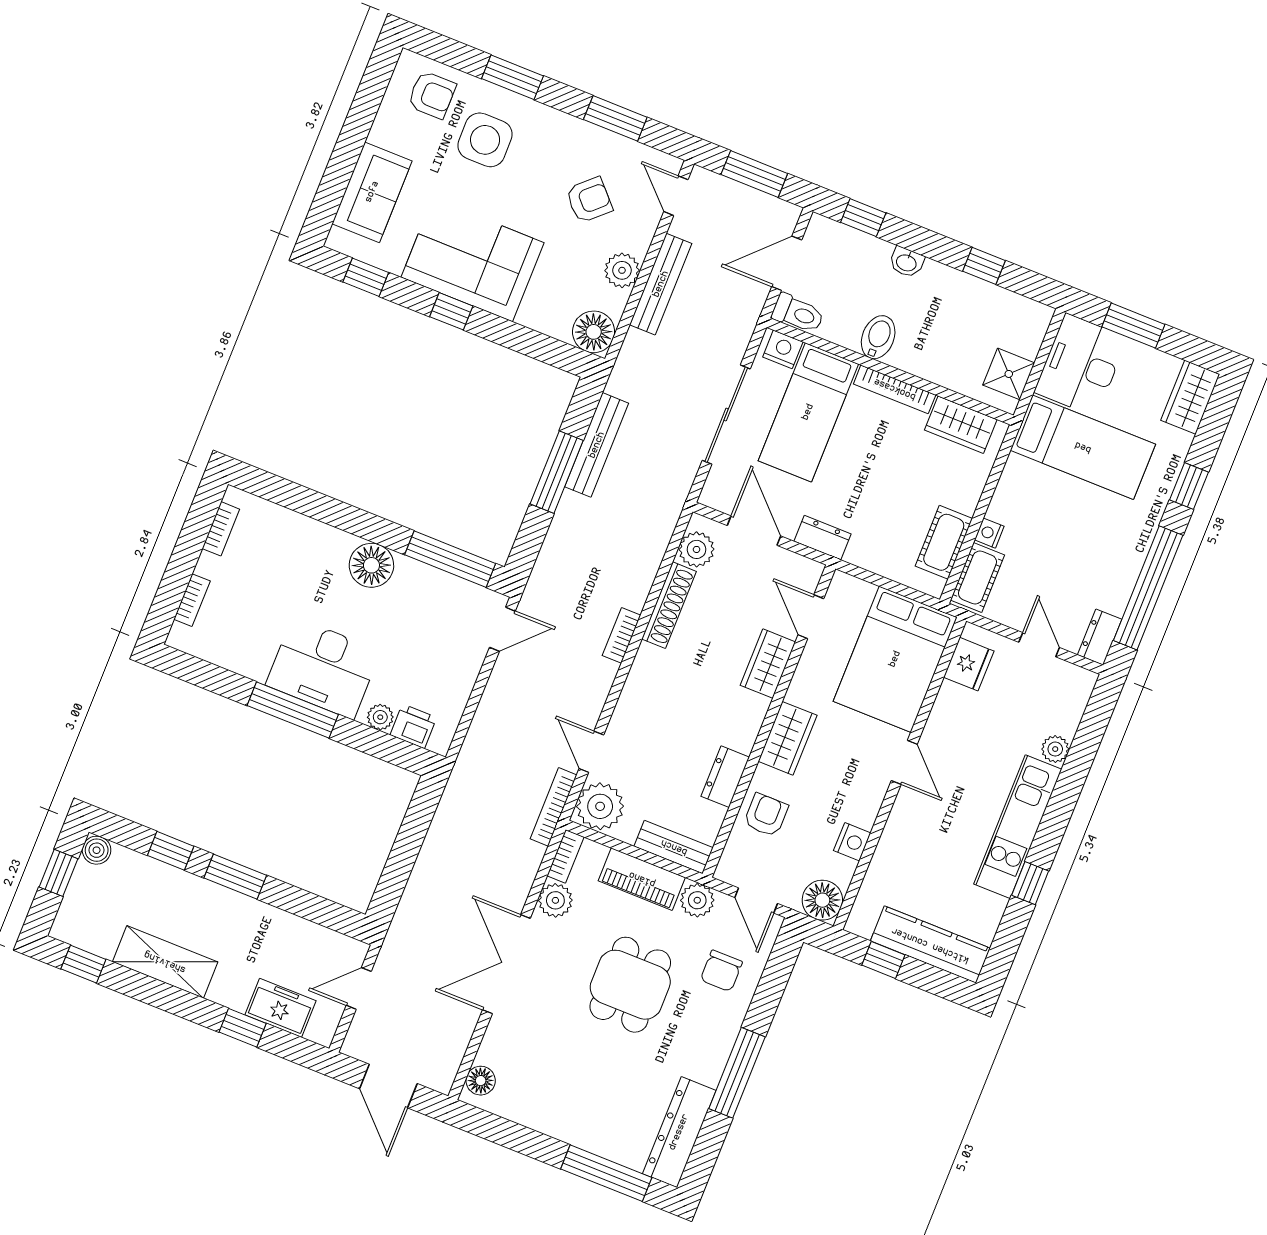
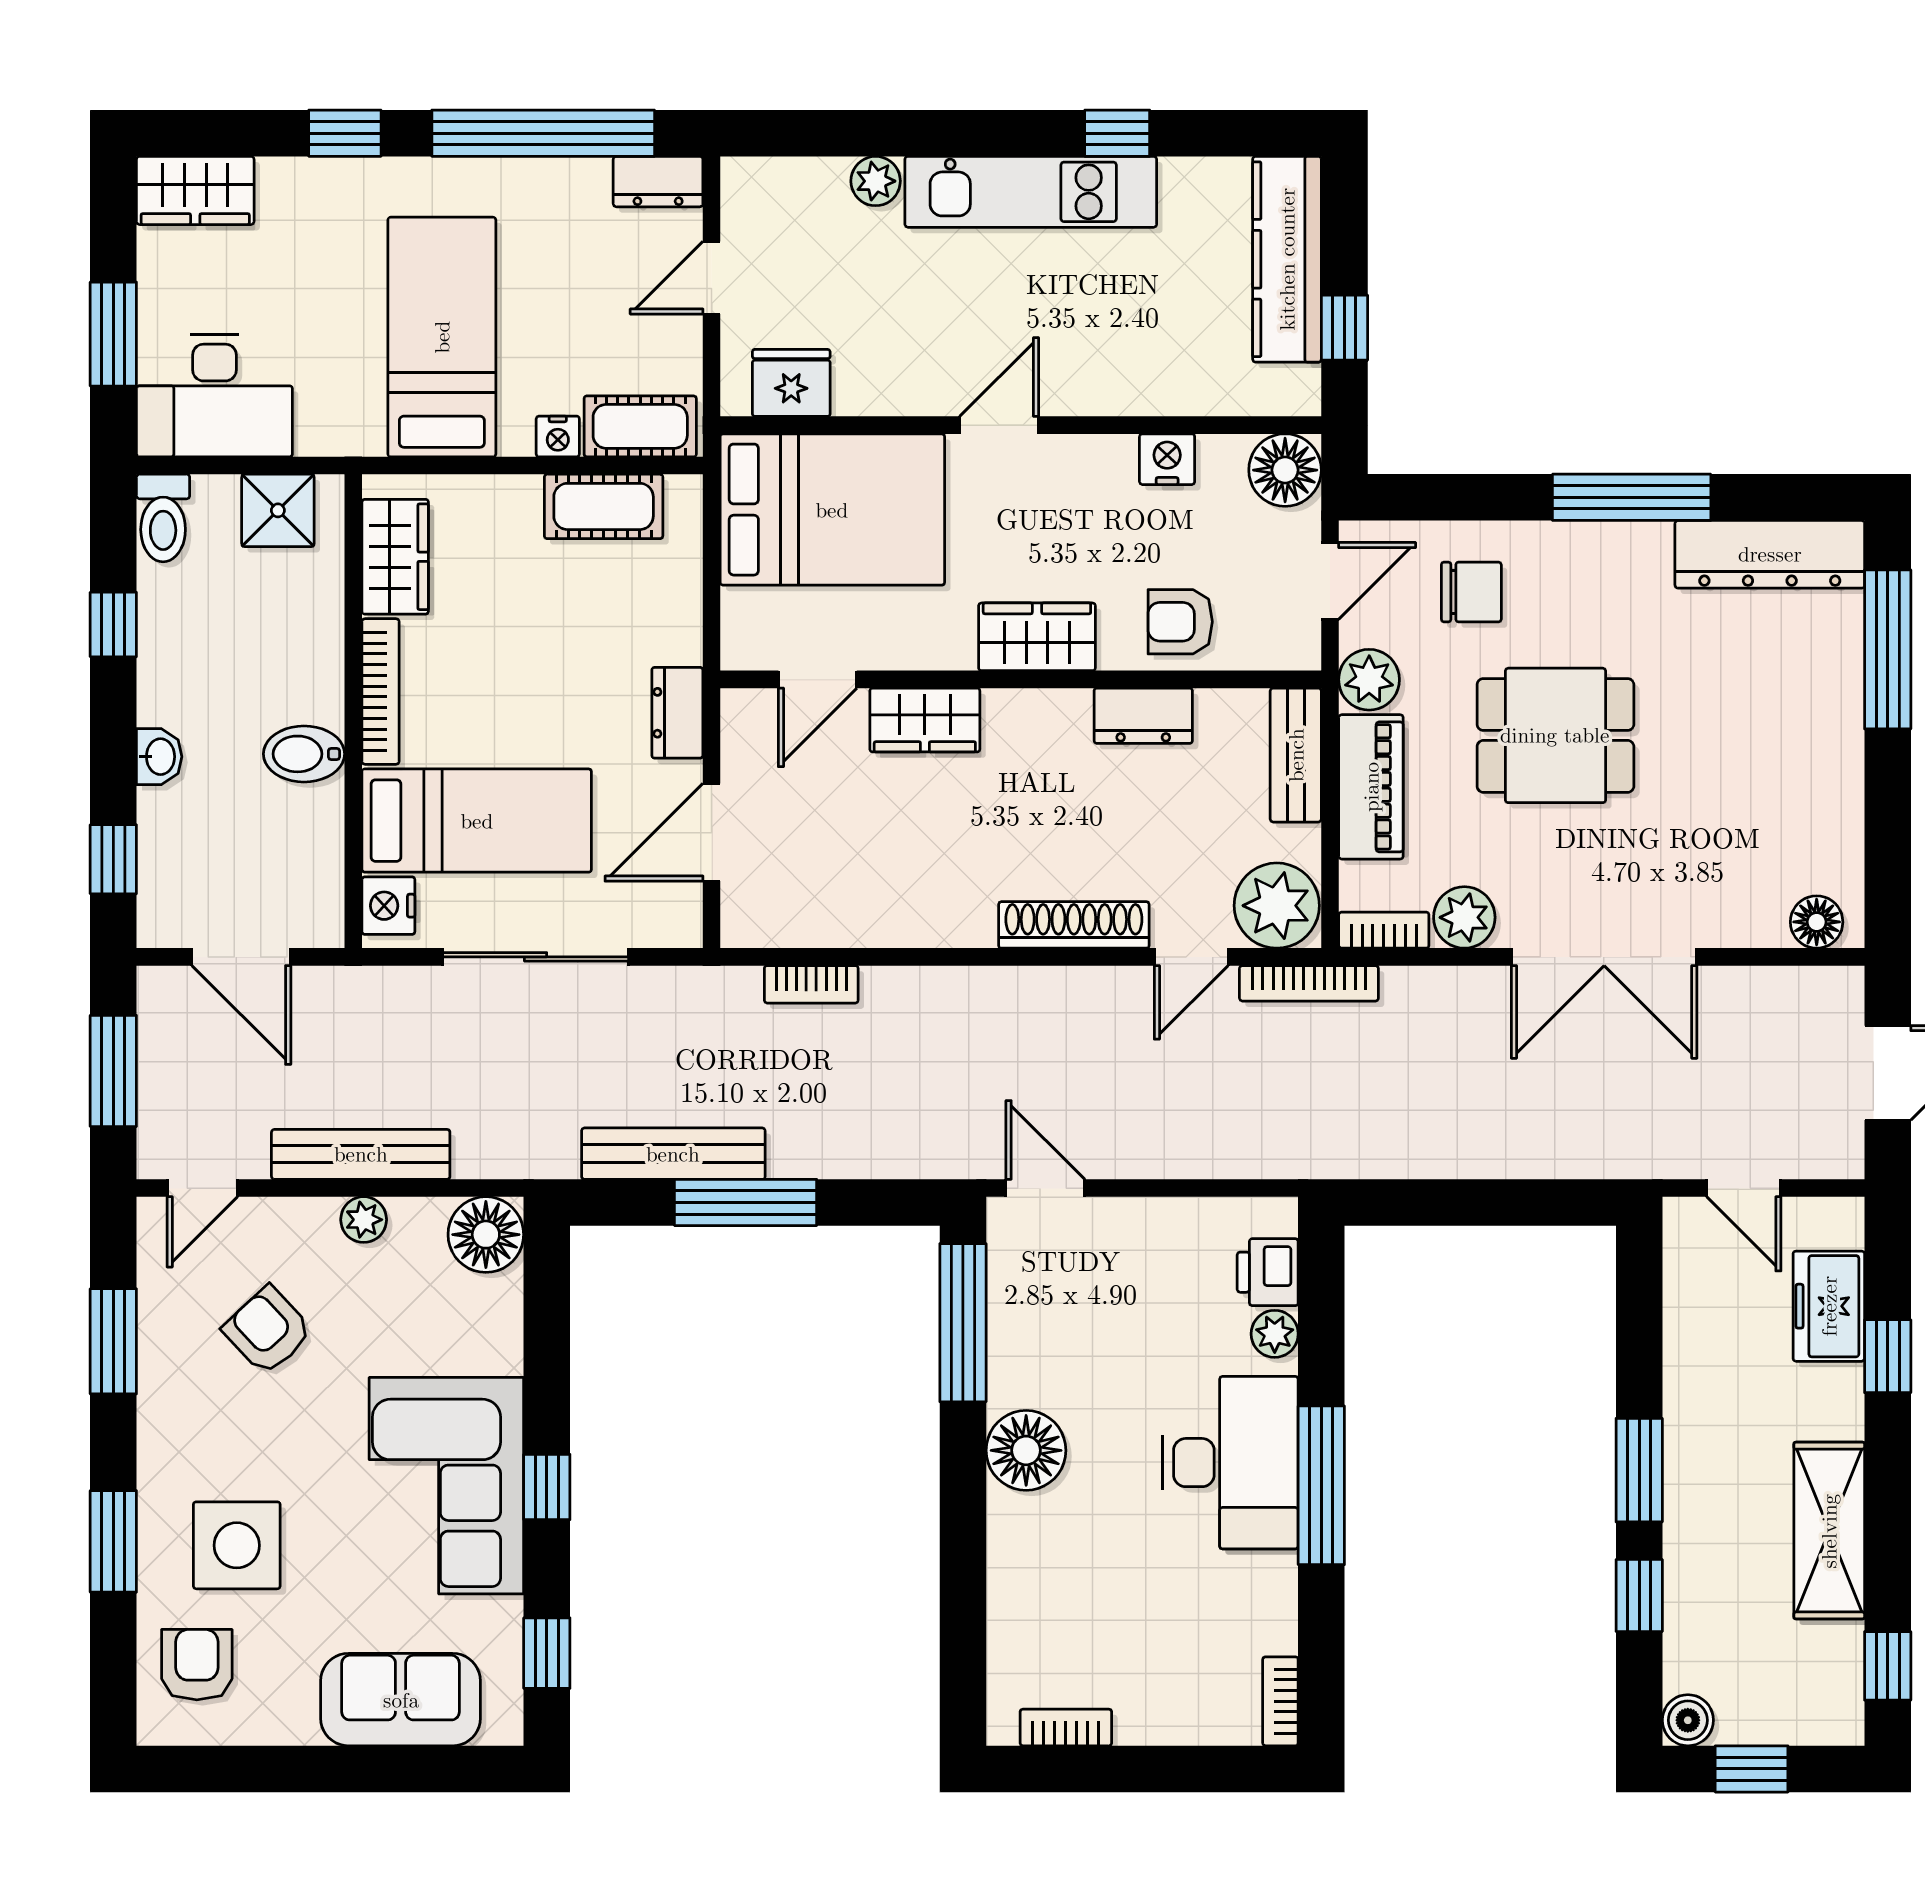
plant: (622, 270) -> (364, 1220), width x0.73, depth x0.73
toilet: (798, 313) -> (163, 518), moved, turned 180
bed: (1083, 447) -> (442, 337), moved
plant: (697, 549) -> (782, 916), removed
bookcase: (192, 600) -> (1280, 1701), moved, turned -90
shoe rack: (669, 605) -> (1074, 925), moved
bookcase: (622, 635) -> (811, 984), moved

